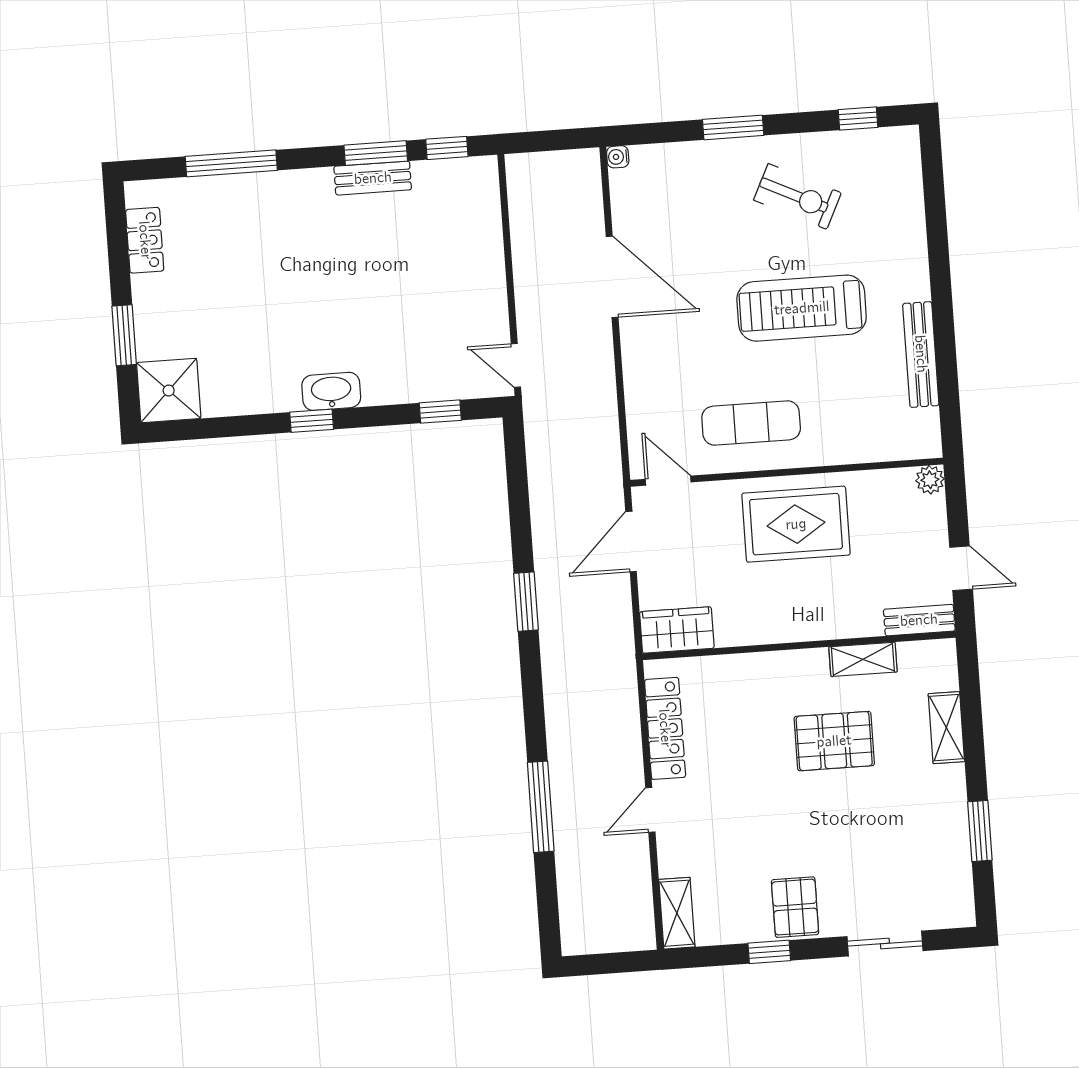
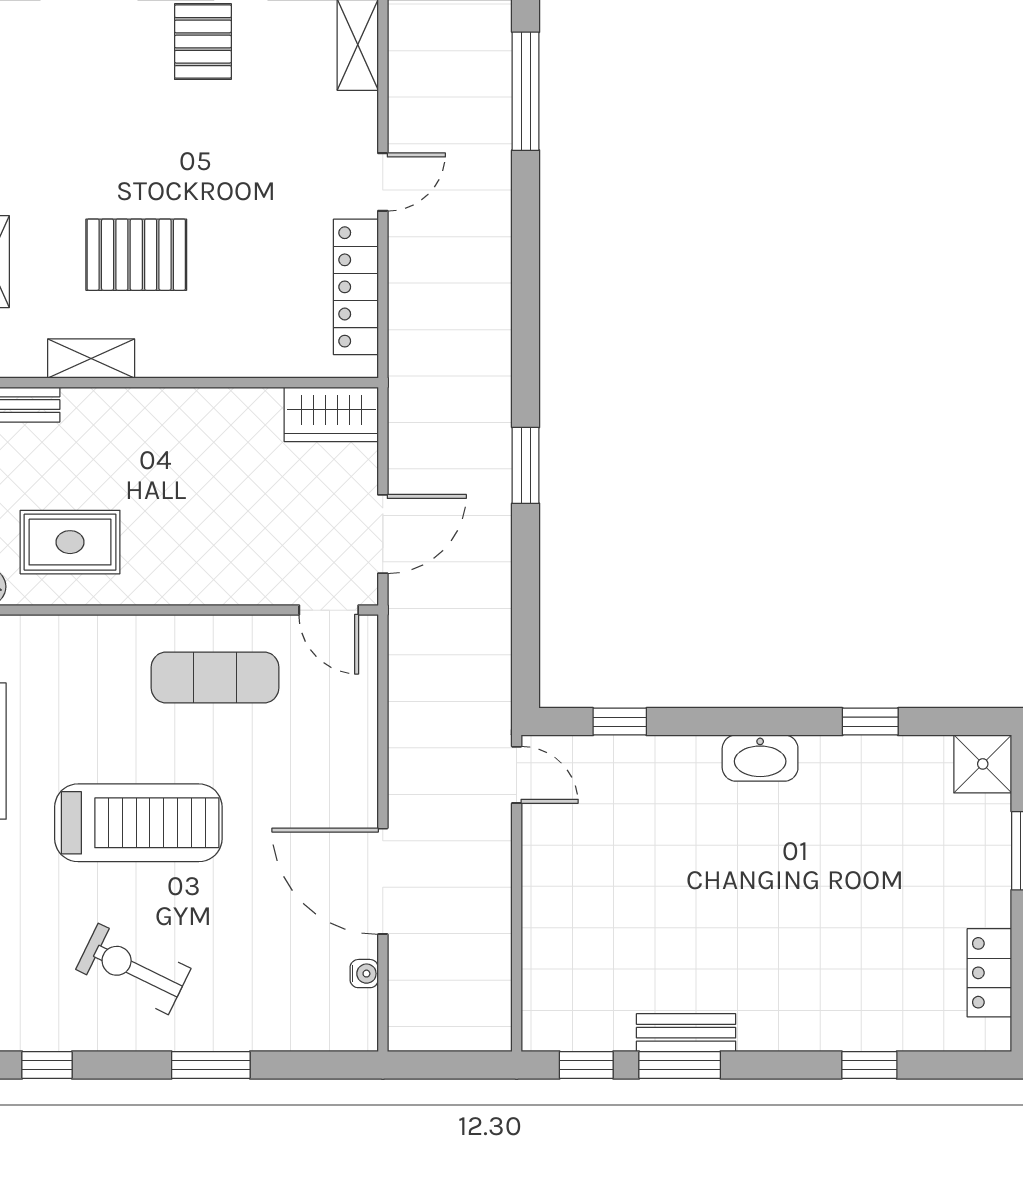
water cooler: (618, 157) -> (364, 974), moved
window: (231, 163) -> (869, 1065), width x0.46
shower: (169, 390) -> (983, 764), width x0.73, depth x0.73
window: (312, 421) -> (870, 722), moved
rug: (796, 524) -> (70, 542), moved, width x0.73, depth x0.70
window: (541, 807) -> (526, 91), moved

